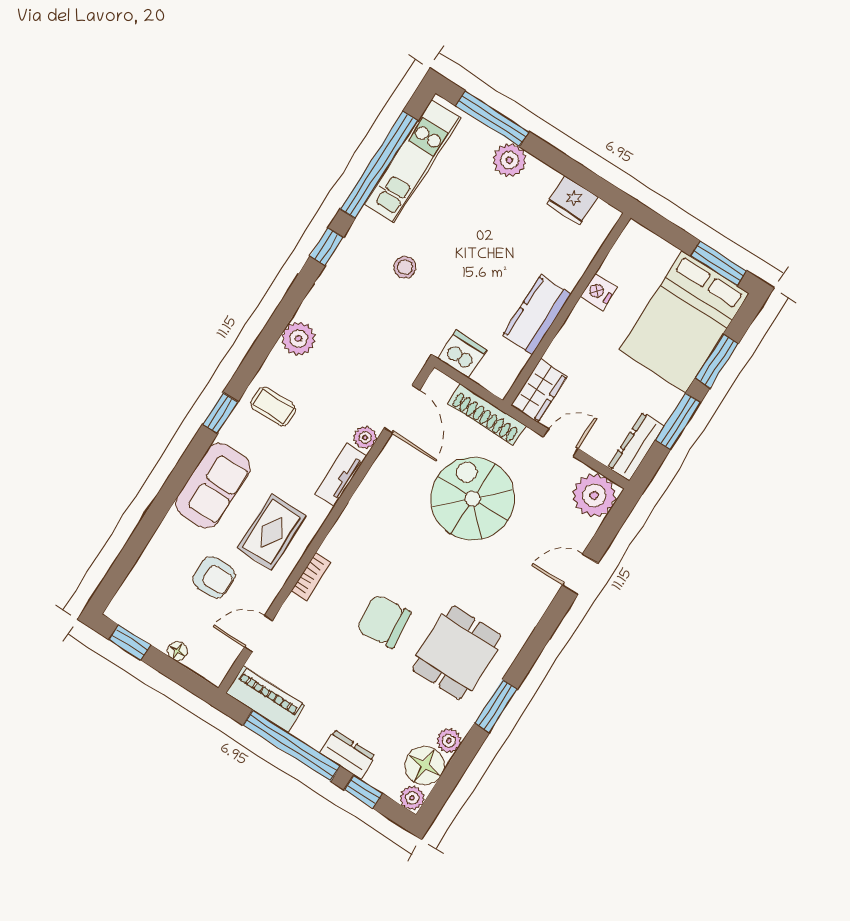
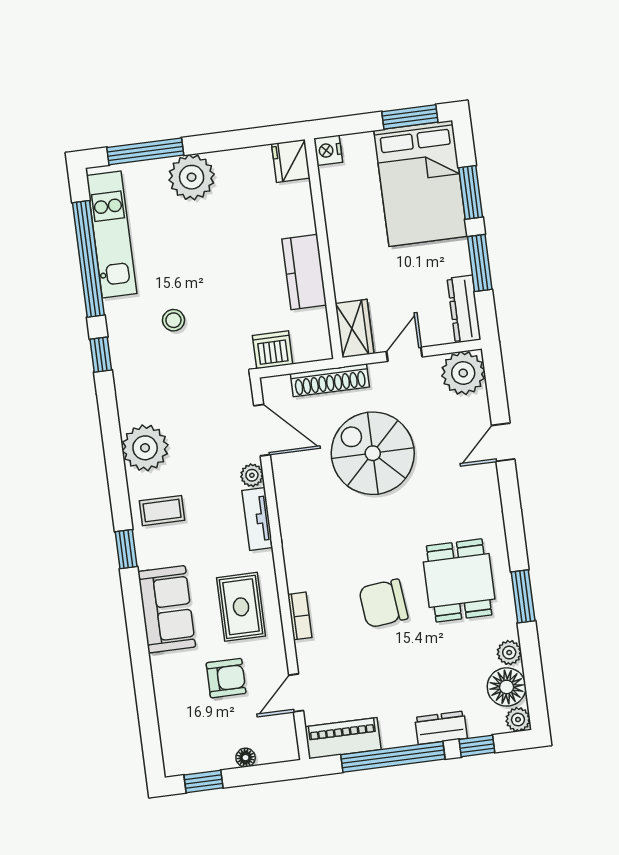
plant: (510, 160) -> (192, 177), width x1.36, depth x1.36
fridge: (572, 200) -> (291, 161), moved, turned 90
nightstand: (598, 292) -> (328, 150), moved
plant: (299, 339) -> (145, 448), width x1.36, depth x1.36

